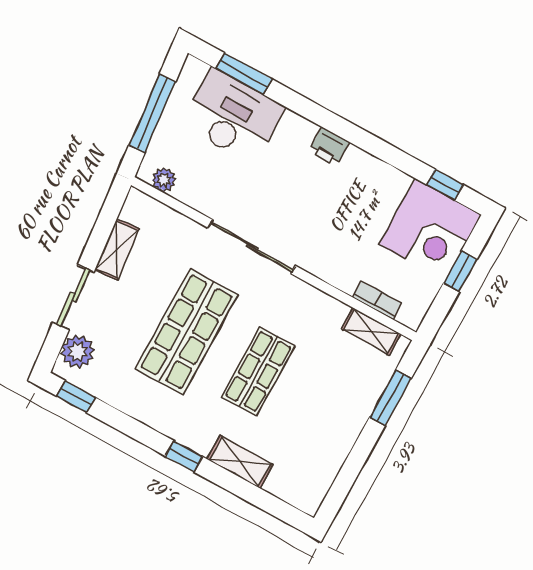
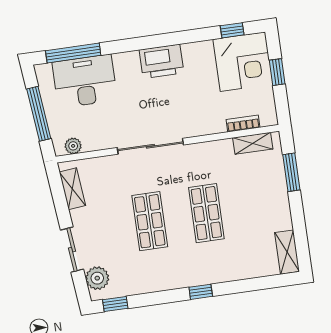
window: (244, 74) -> (73, 53), width x1.44
printer: (329, 147) -> (162, 61), width x1.87, depth x1.48
shelving: (117, 249) -> (72, 189), moved
shop shelf: (186, 332) -> (150, 221), width x0.70, depth x0.74
shelving: (240, 462) -> (287, 252), moved, turned 90

